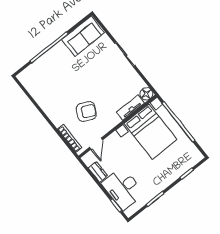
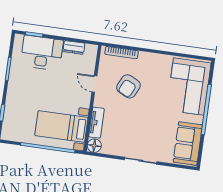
corner sofa: (46, 74) -> (189, 87), added
bed with nightstands: (151, 132) -> (61, 126), width x0.73
door: (96, 144) -> (94, 84), moved

